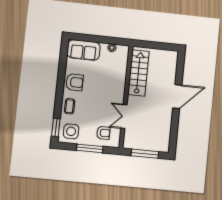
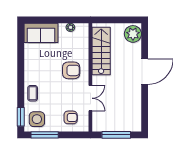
plant: (170, 60) -> (133, 34), added
armchair: (74, 82) -> (71, 70), moved
double door: (124, 116) -> (90, 98), swing flipped
window: (90, 148) -> (45, 135), moved

